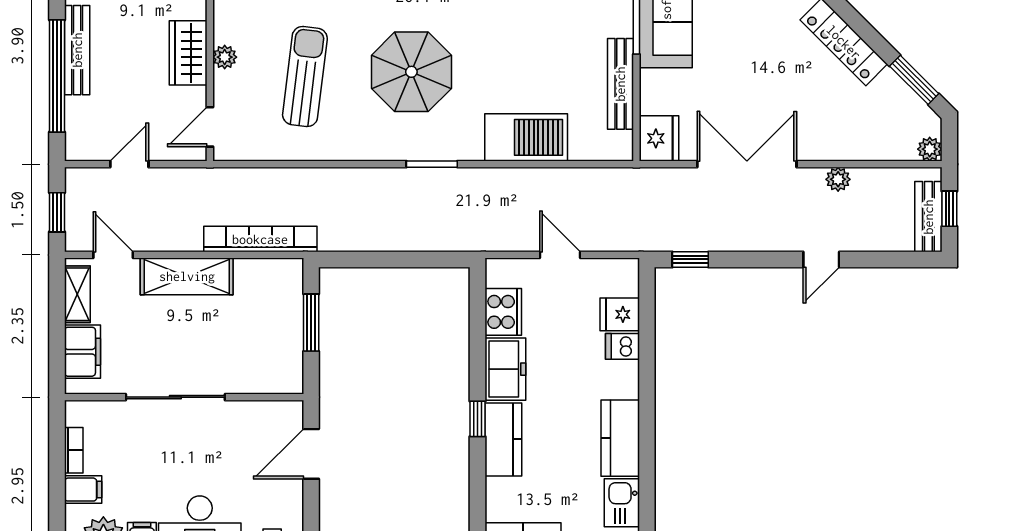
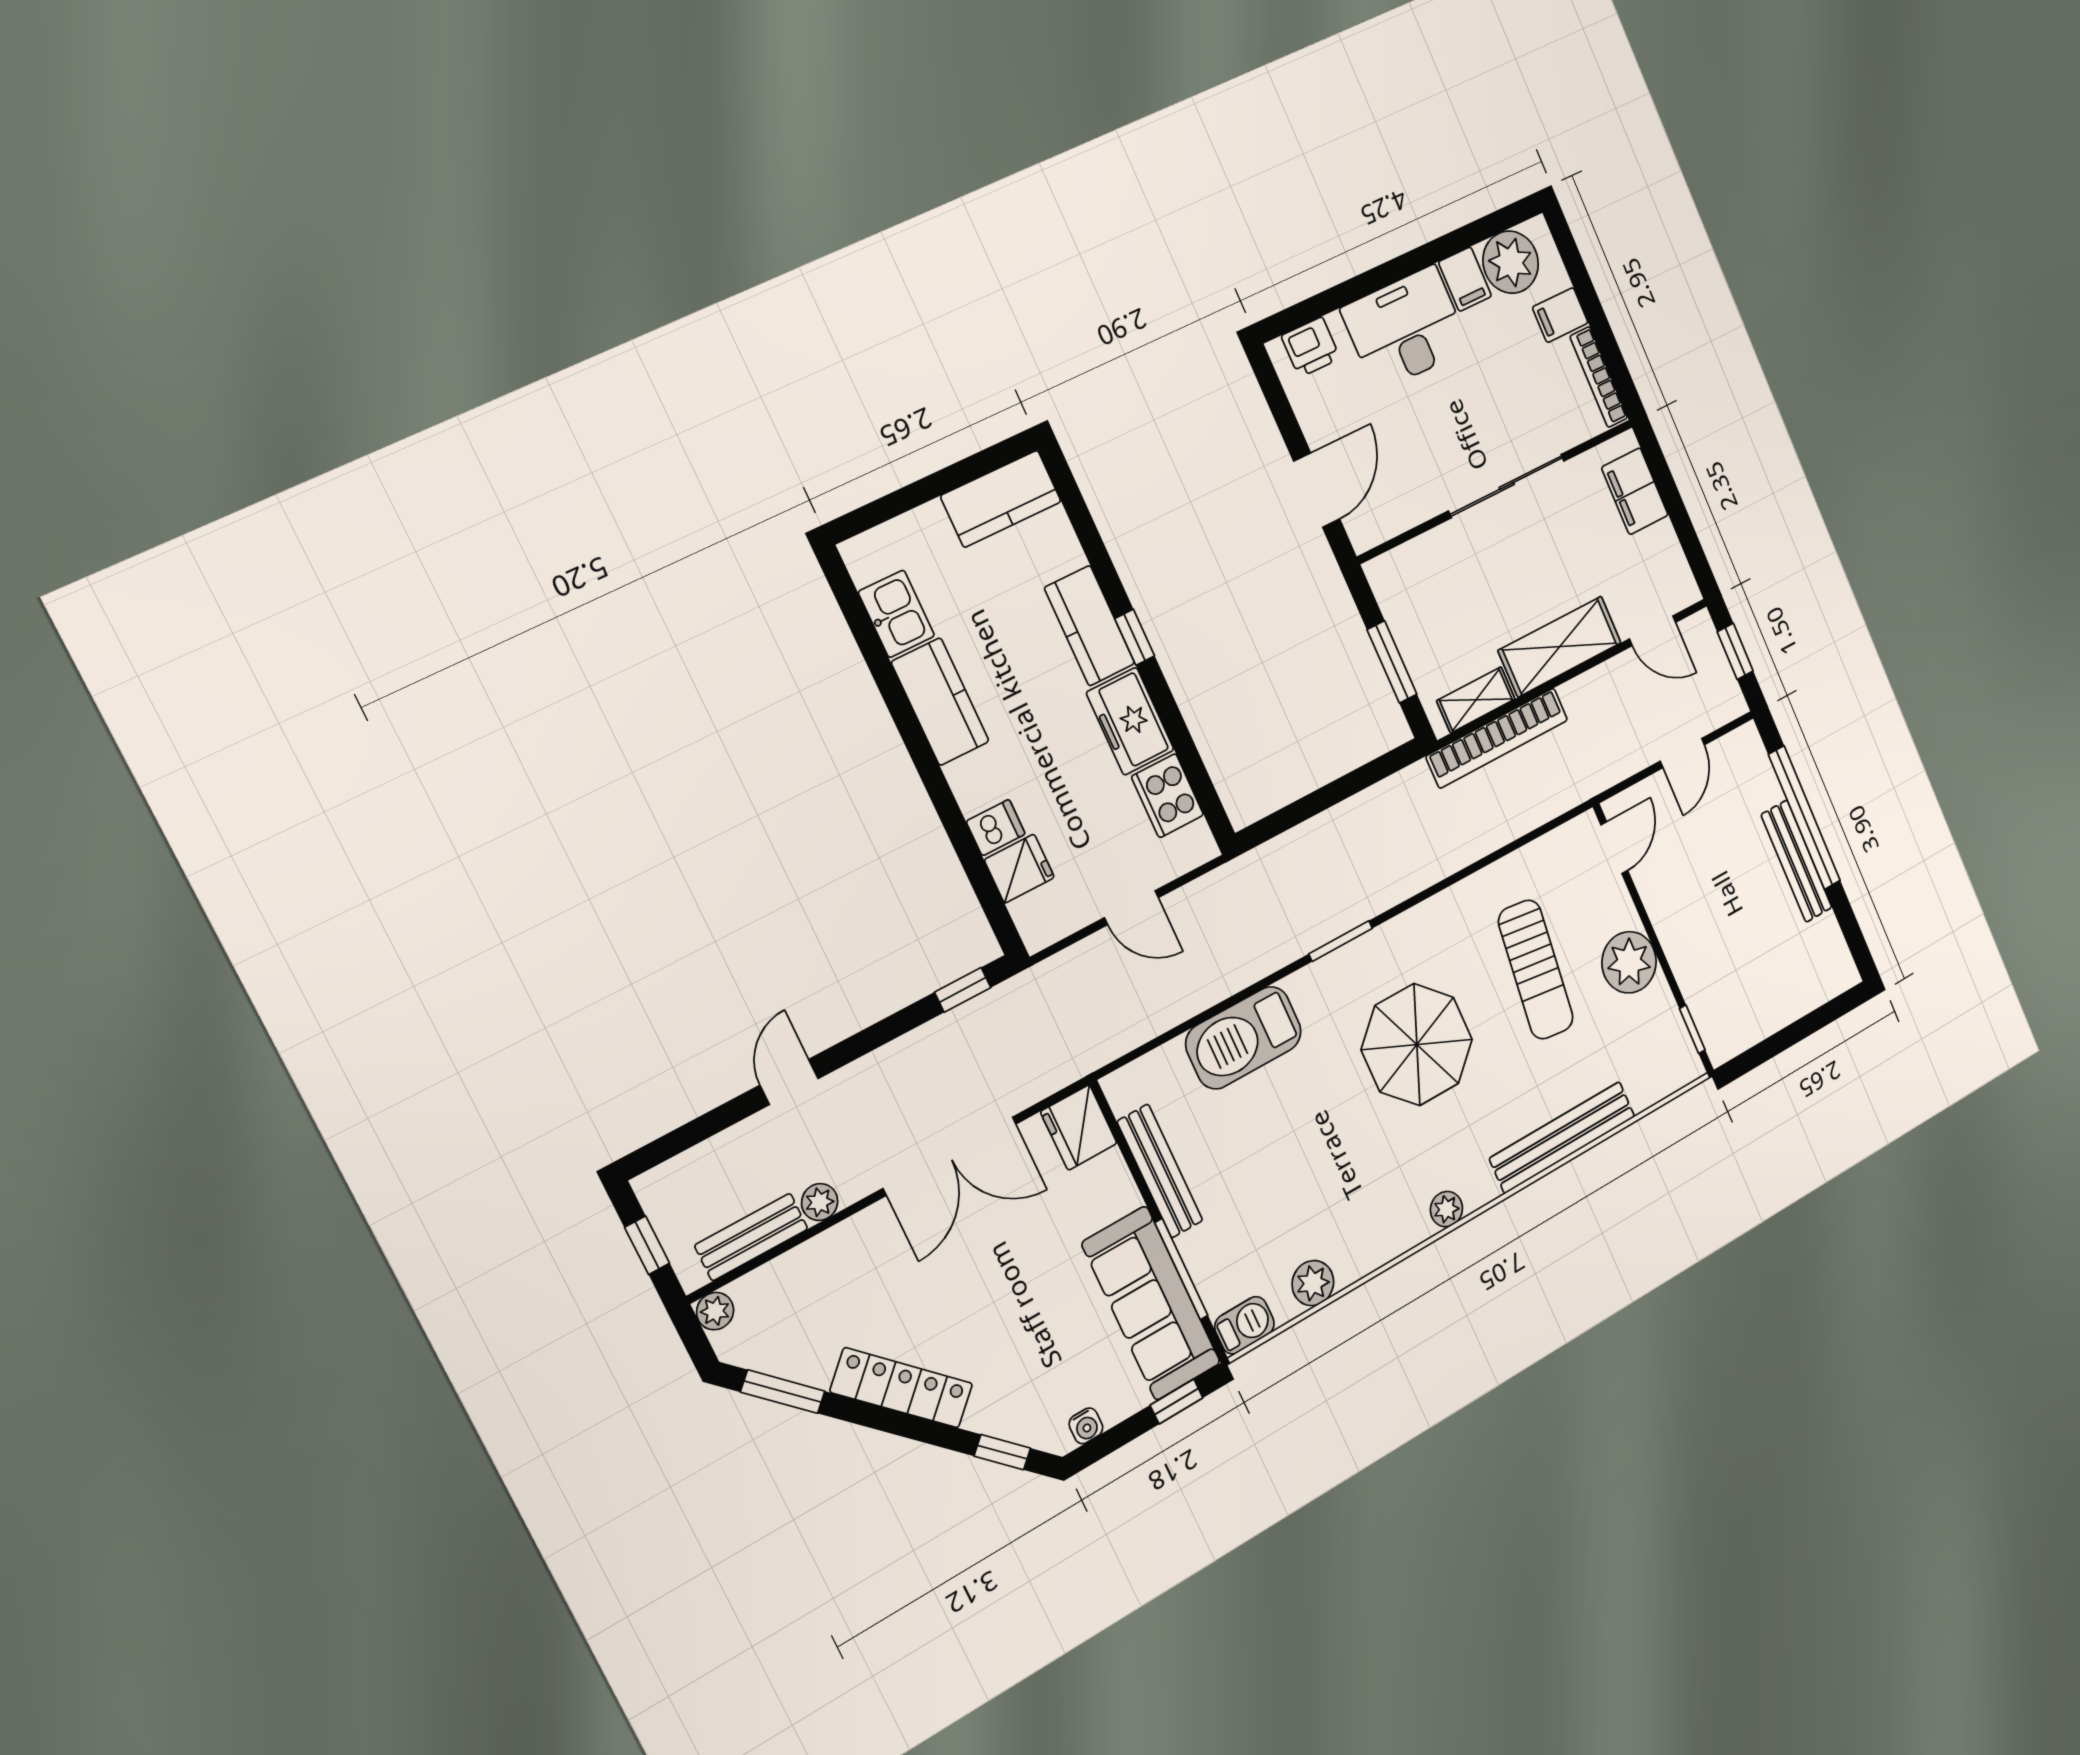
wardrobe: (188, 53) -> (1677, 925), removed
plant: (225, 57) -> (1629, 962), width x1.88, depth x1.88
bench: (928, 217) -> (751, 1237), moved, turned 90
shelving: (77, 294) -> (1476, 700), moved, turned 90
bookcase: (74, 450) -> (1599, 377), width x1.56

